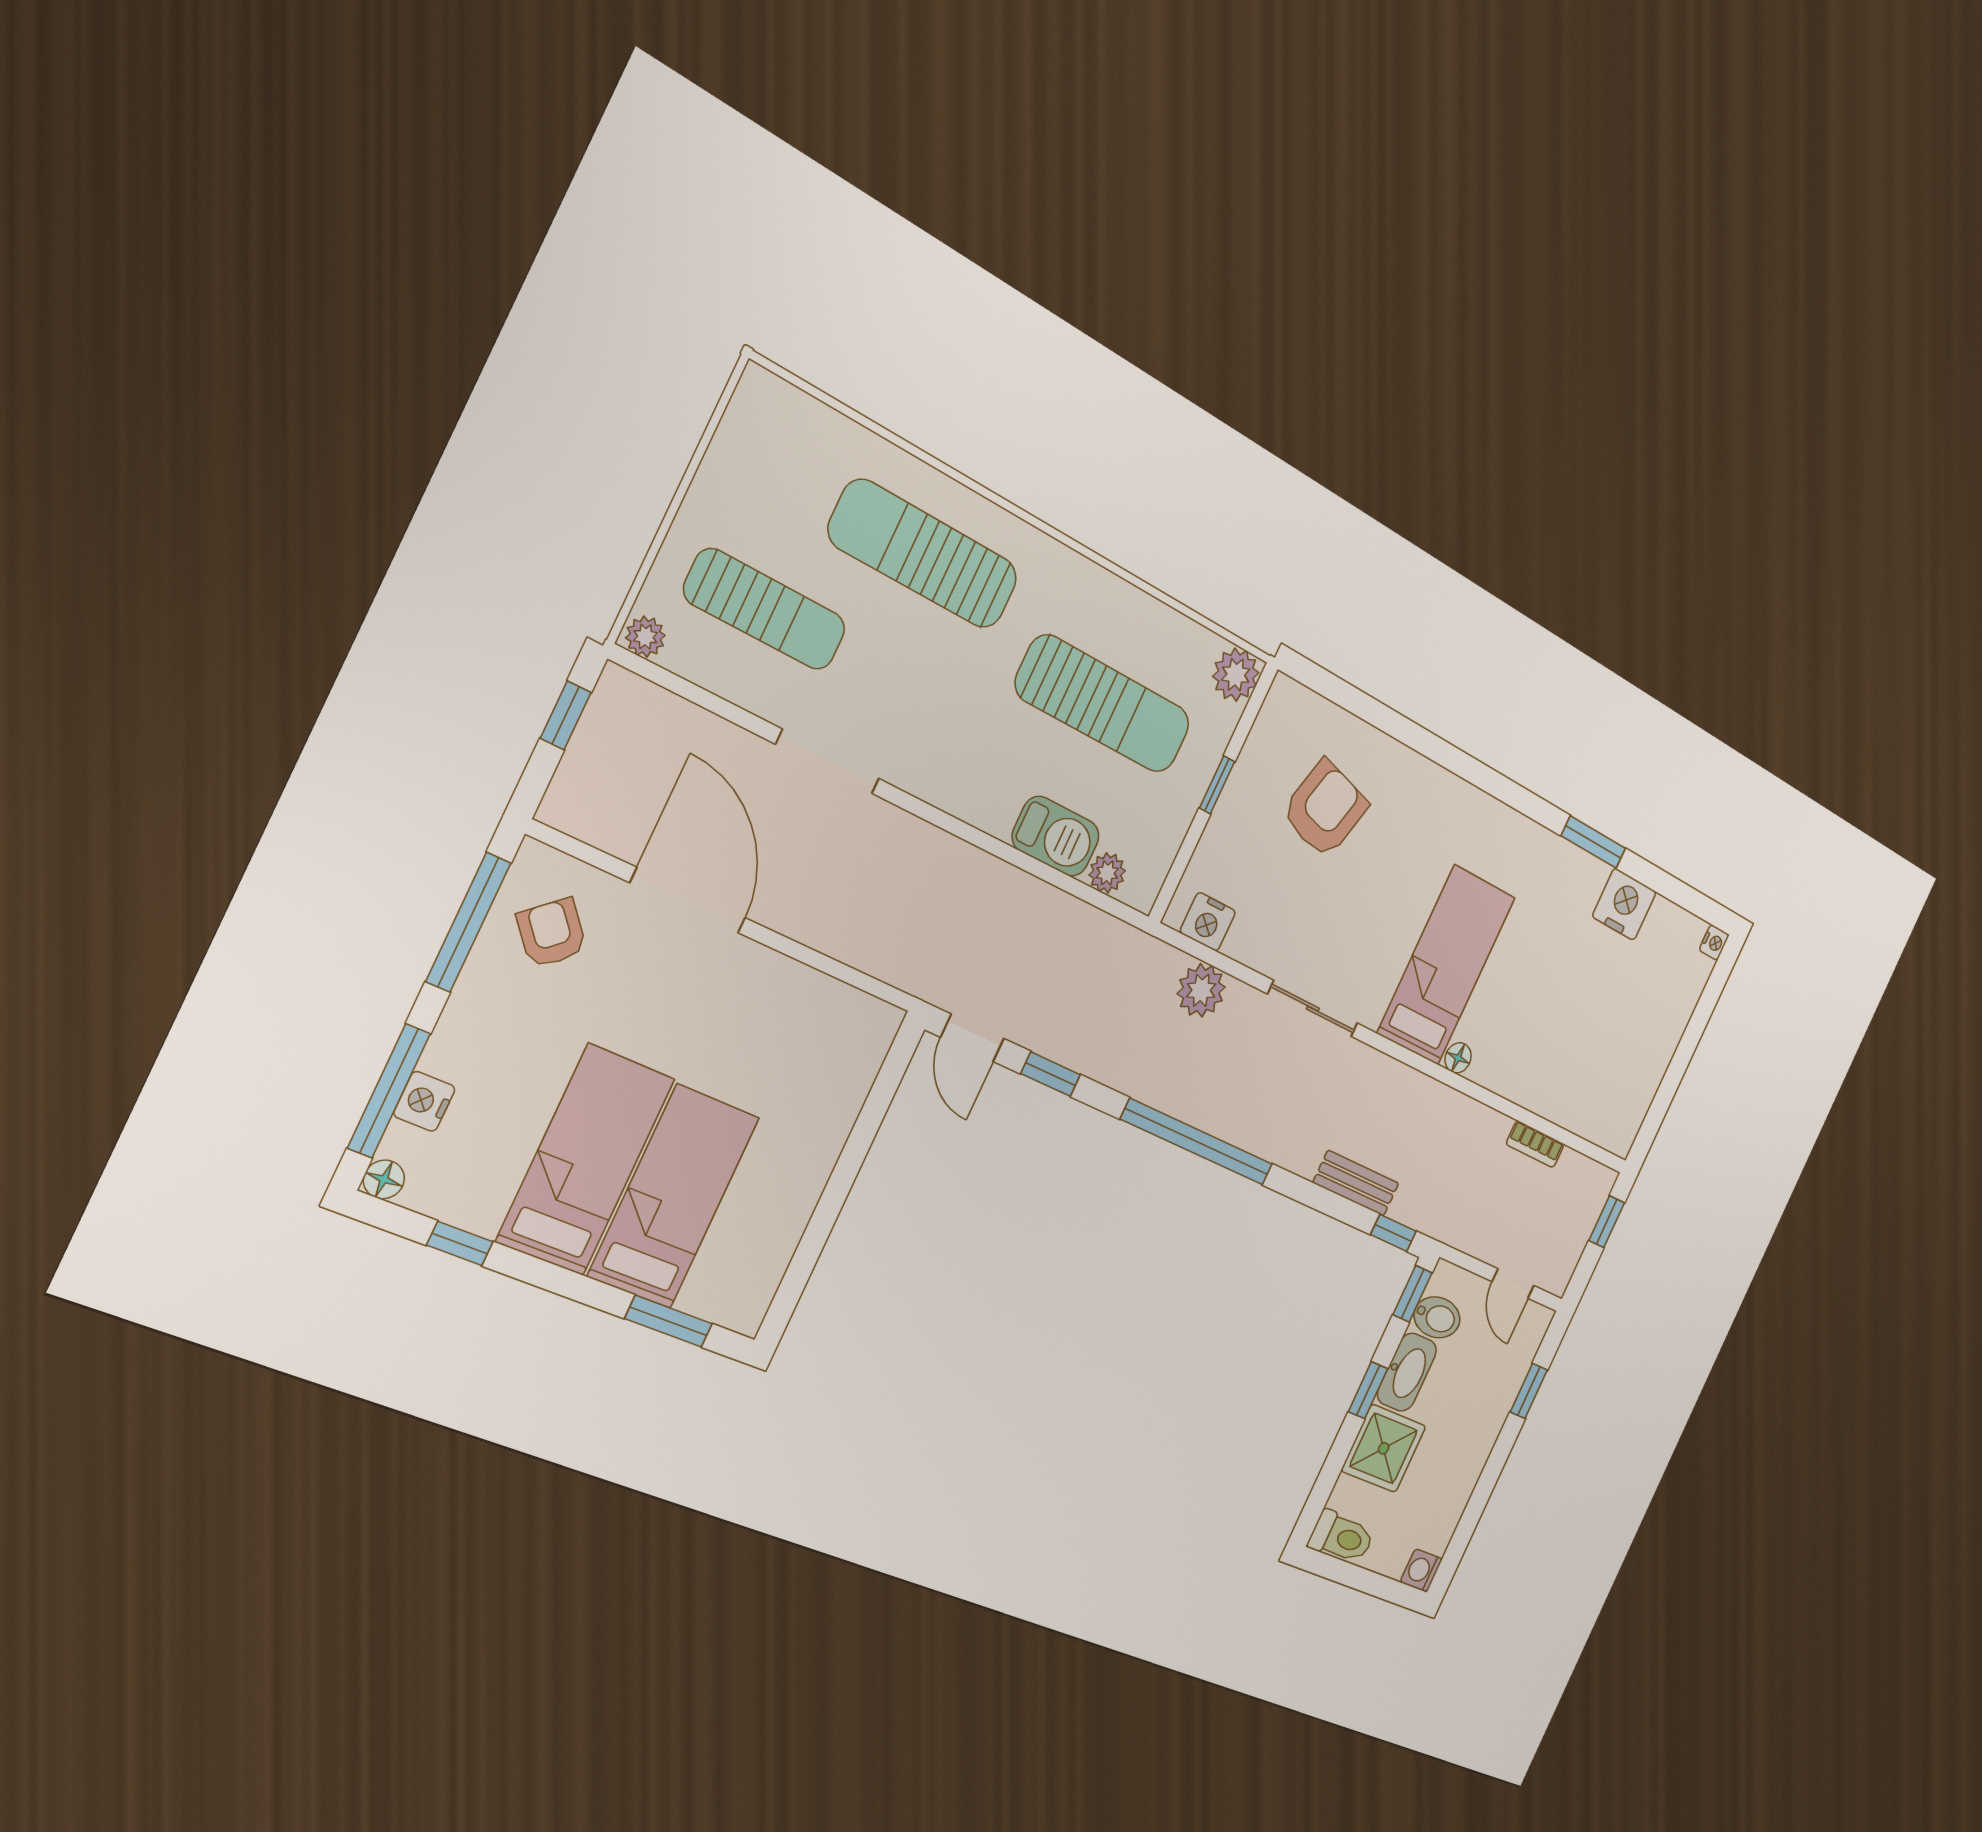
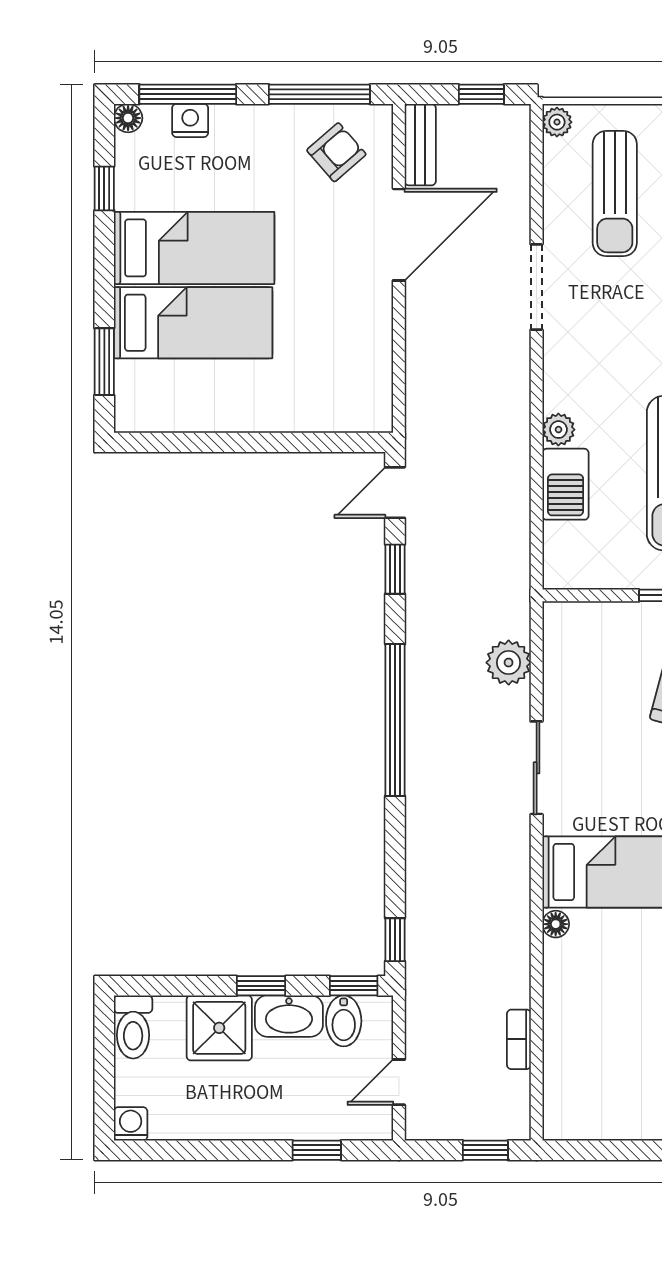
plant: (1107, 873) -> (558, 430), moved
nightstand: (1208, 922) -> (561, 641), removed
bench: (1356, 1183) -> (420, 145), moved

